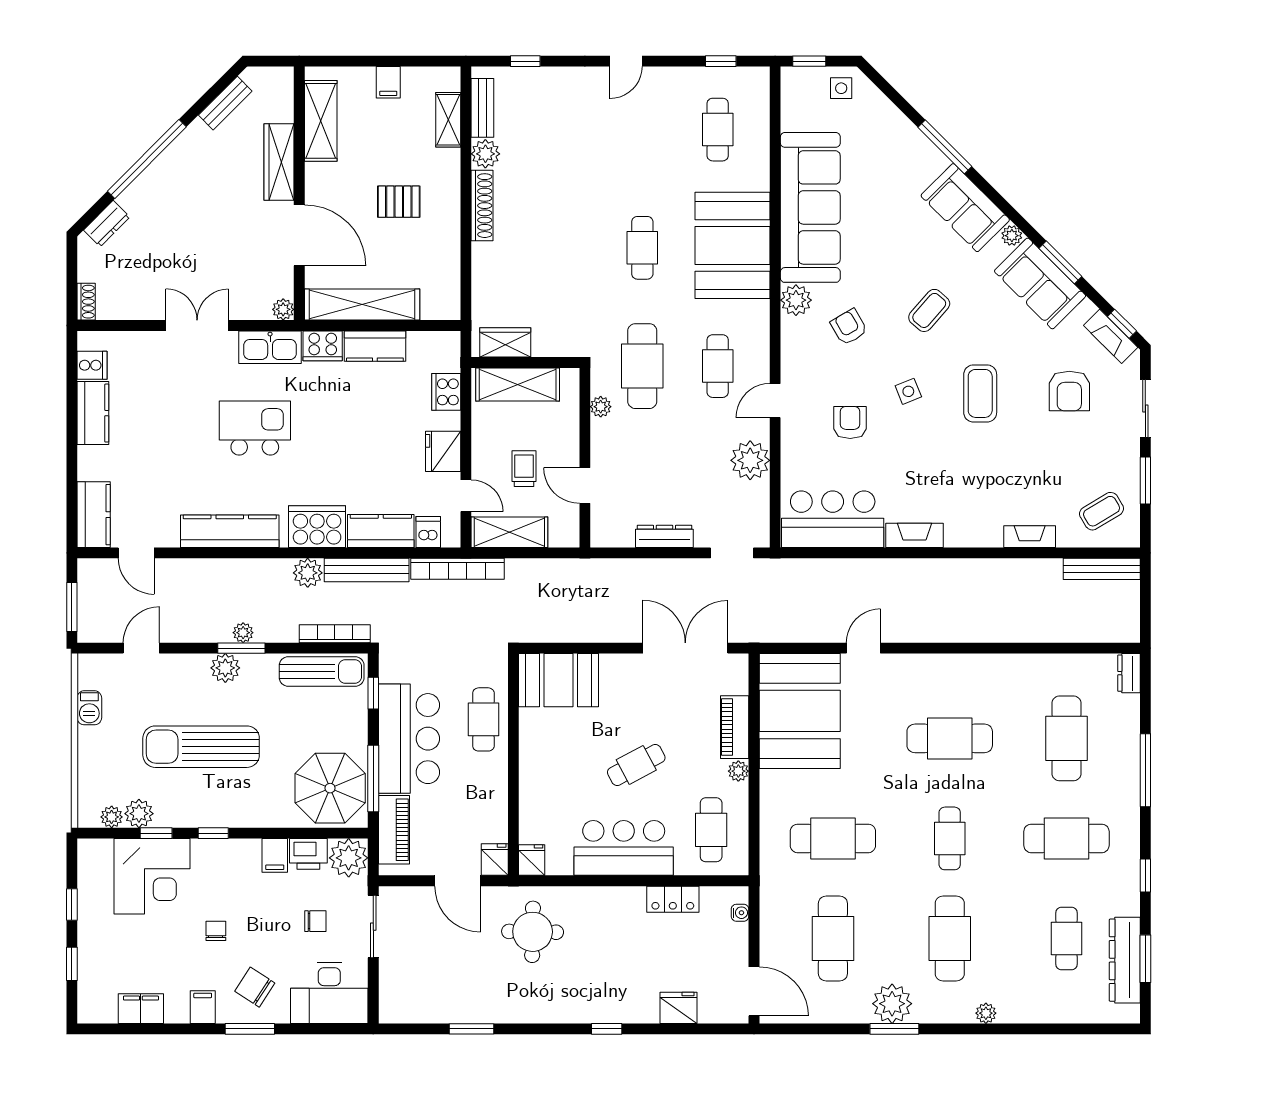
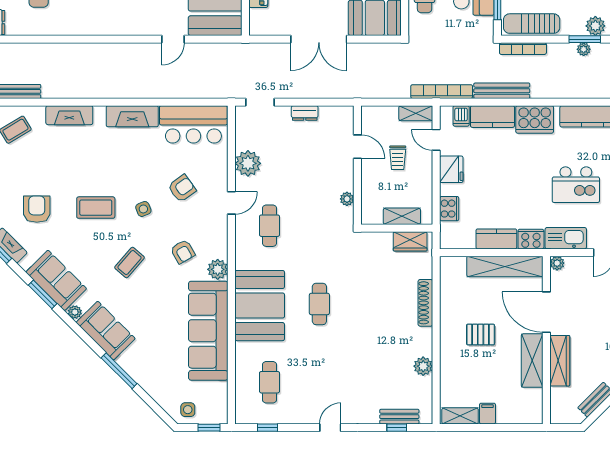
bench: (482, 108) -> (399, 417), moved, turned 90
shelving: (448, 120) -> (460, 416), moved, turned 90
shelving: (321, 121) -> (532, 361), moved
shoe rack: (482, 206) -> (425, 303), moved
cafe table: (642, 366) -> (319, 226), removed
shelving: (518, 385) -> (402, 216), width x0.67, depth x0.75
coffee table: (980, 393) -> (96, 208), turned 90
armchair: (850, 422) -> (182, 188), turned -126
shelving: (509, 532) -> (416, 113), width x0.67, depth x0.75
fireplace: (914, 535) -> (132, 116), width x1.37, depth x1.32
dresser: (664, 536) -> (305, 113), width x0.70
fireplace: (1030, 537) -> (69, 115), width x1.37, depth x1.32
plant: (308, 573) -> (541, 89), removed
double door: (685, 648) -> (319, 39), moved

